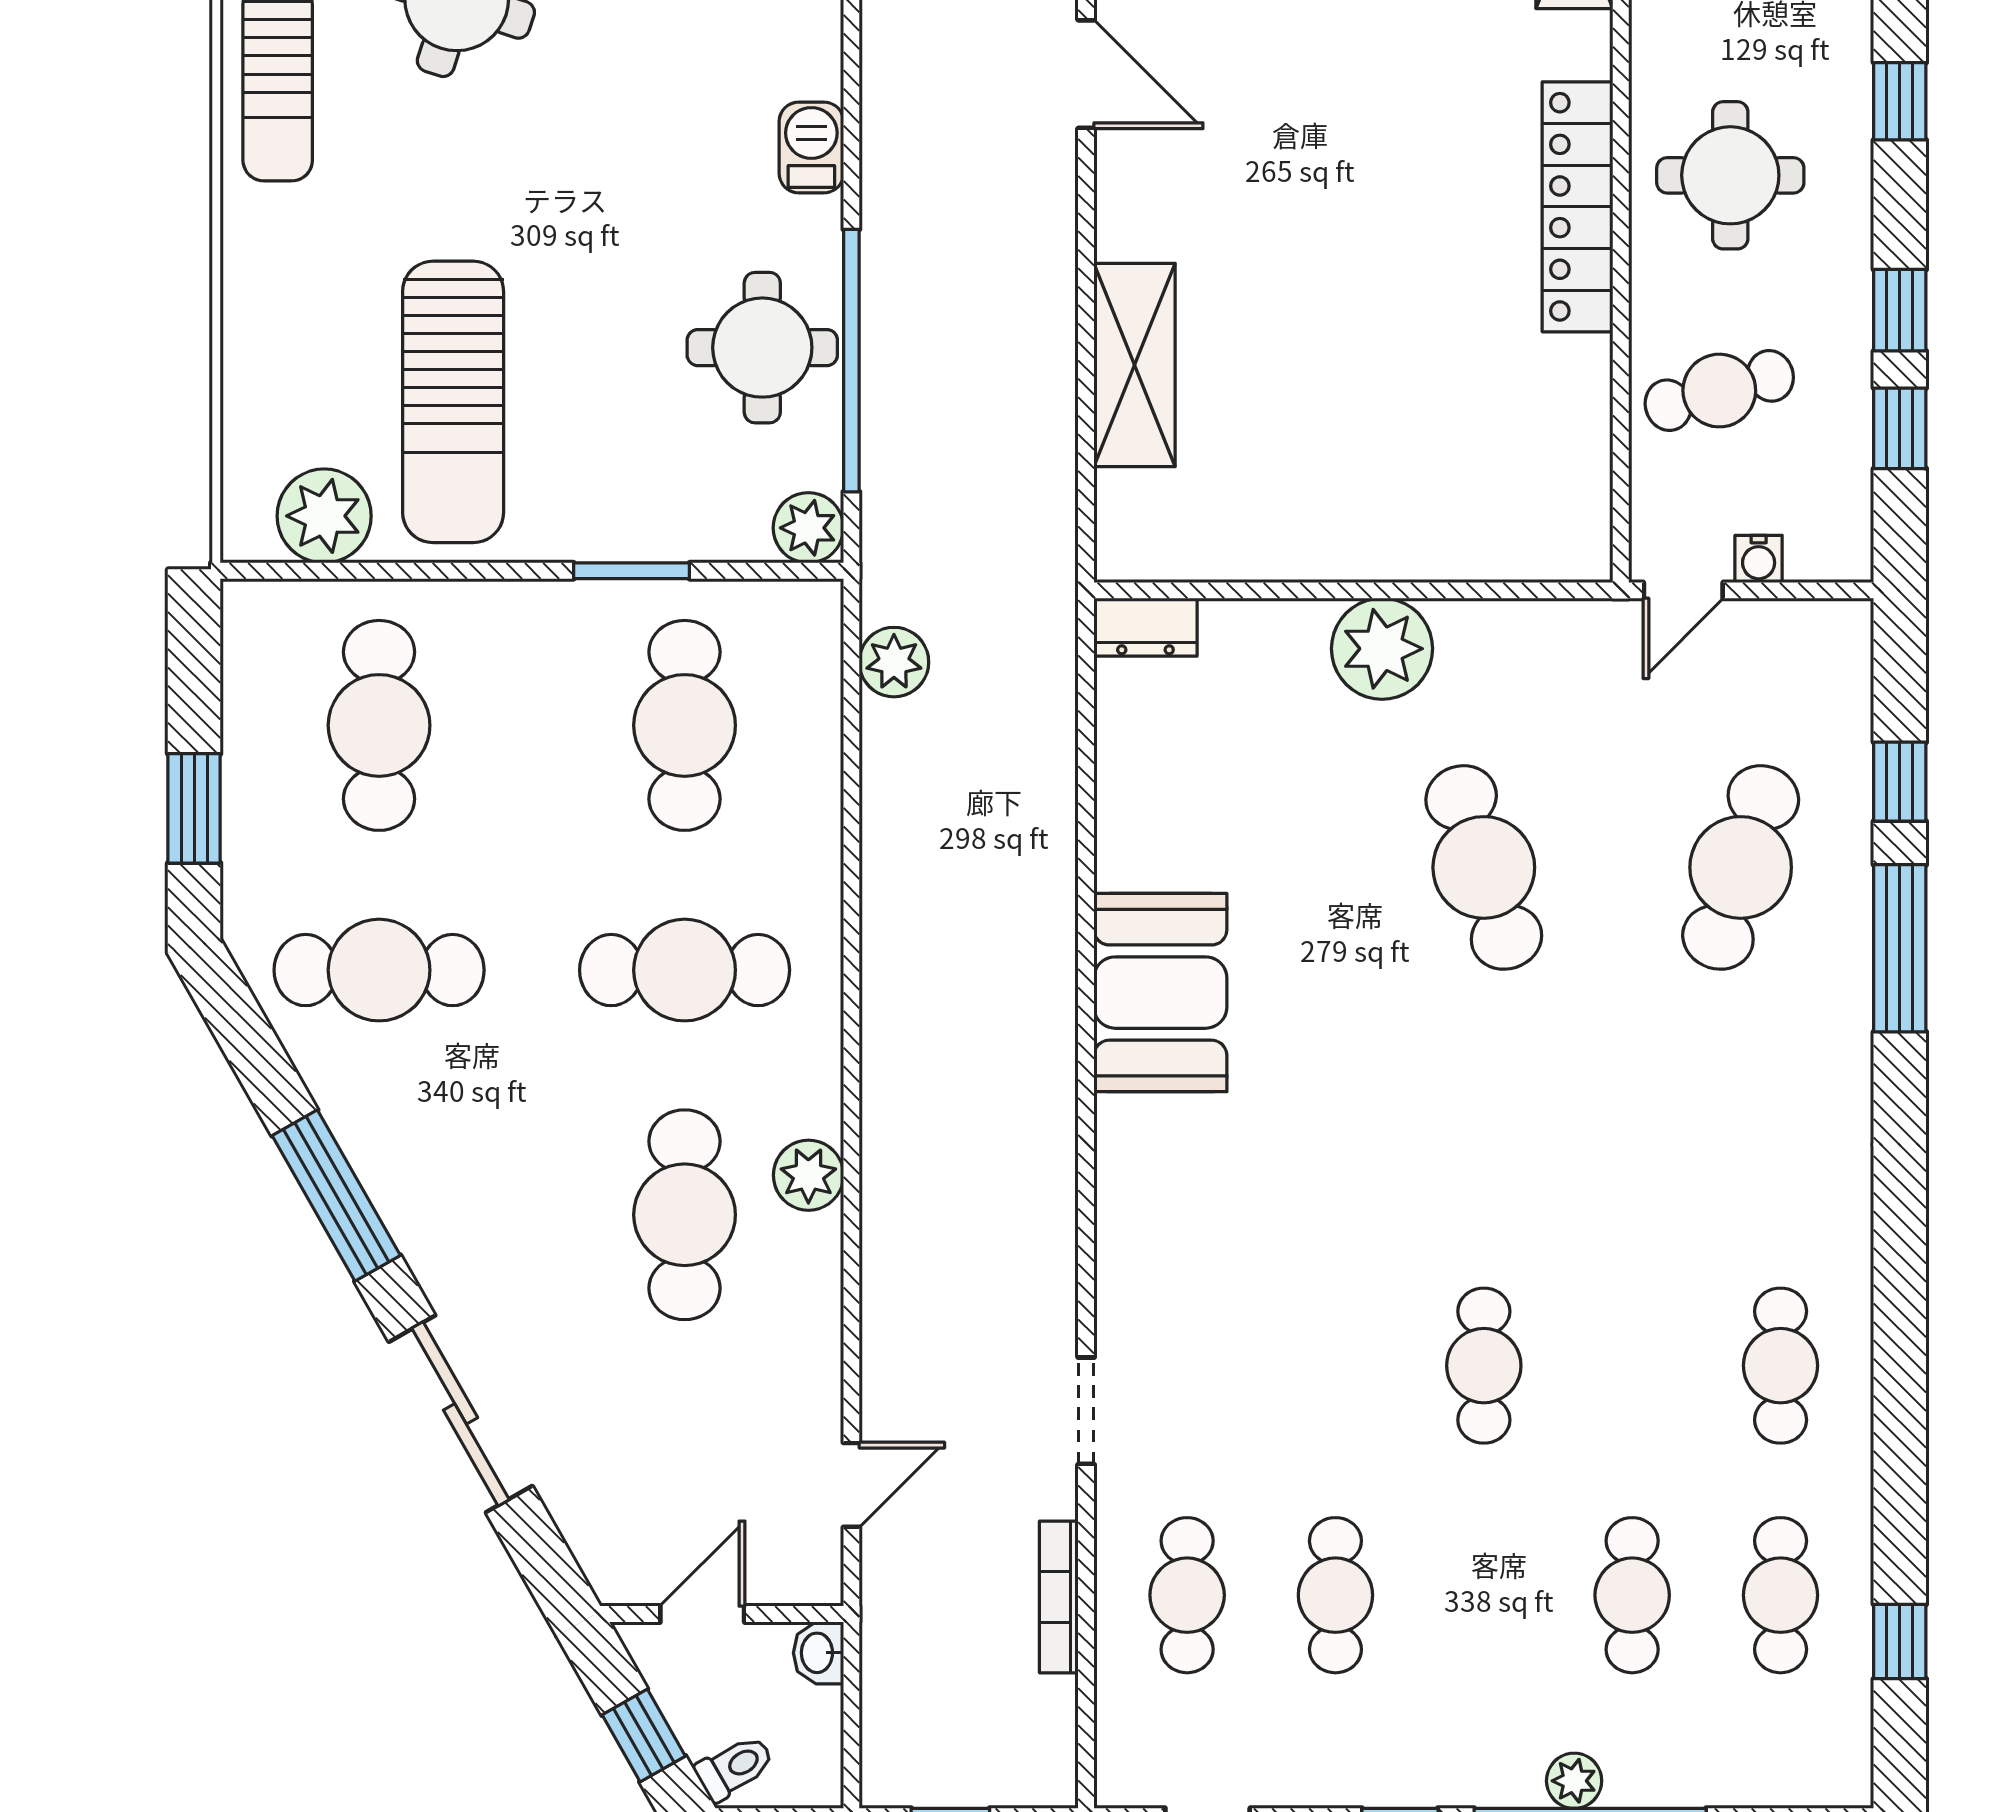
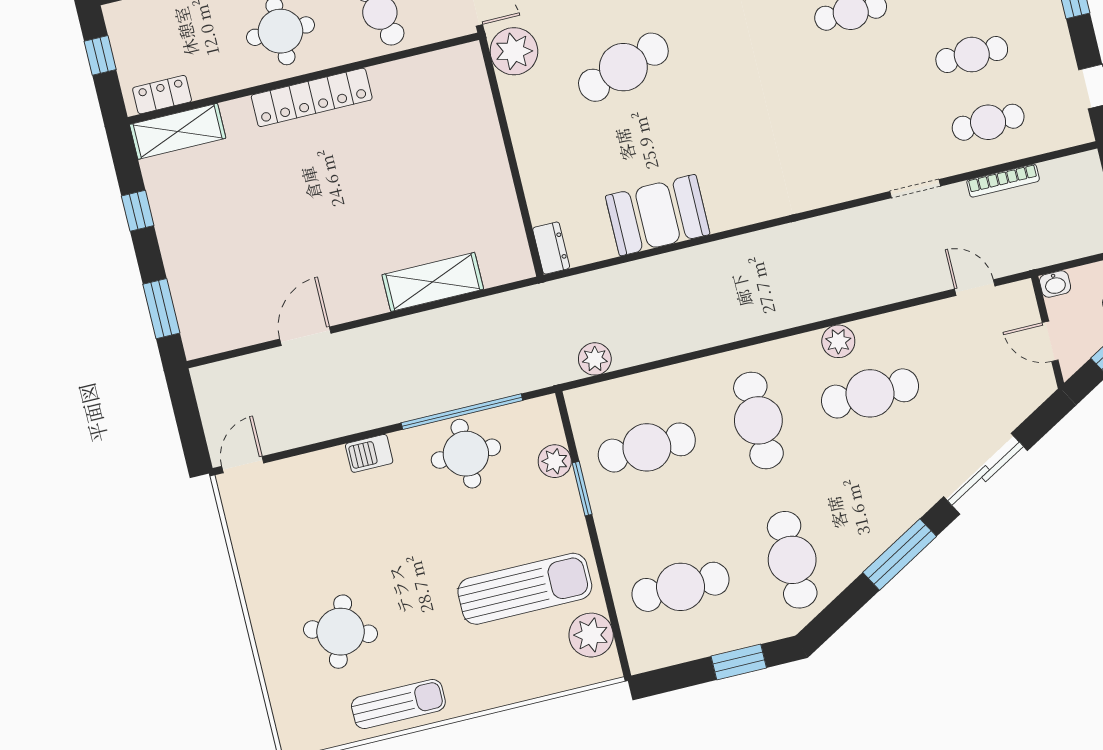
plant: (808, 528) -> (555, 461), moved
plant: (1382, 649) -> (514, 51), moved
booth: (1160, 993) -> (658, 215), moved

